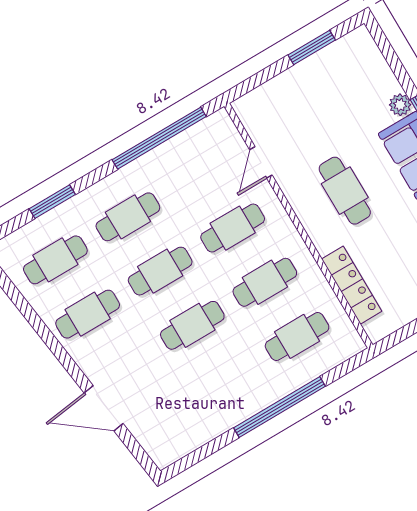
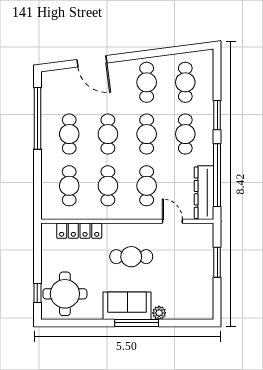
window: (312, 48) -> (217, 262), moved
dresser: (194, 142) -> (204, 193), added
window: (52, 202) -> (217, 115), moved
cafe table: (225, 380) -> (69, 134), added
window: (280, 407) -> (37, 118), moved
door: (104, 408) -> (92, 61), swing flipped

